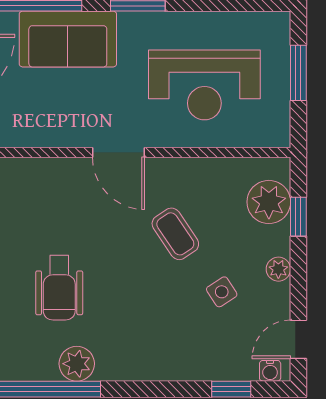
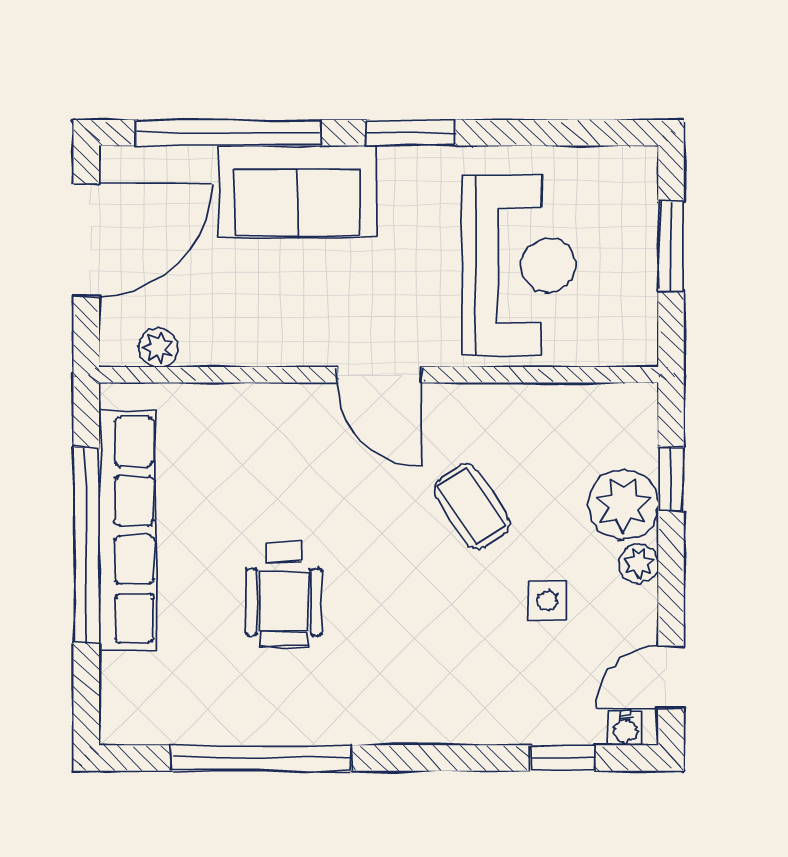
reception desk: (204, 85) -> (519, 265), turned -90
plant: (269, 202) -> (623, 505), moved
side table: (222, 292) -> (547, 600), turned 33
plant: (77, 364) -> (312, 717), removed

